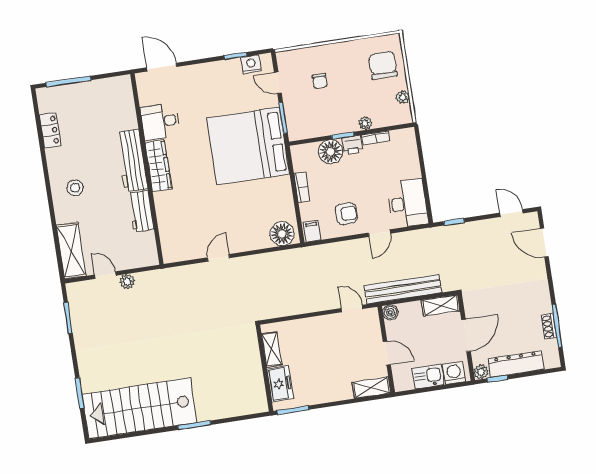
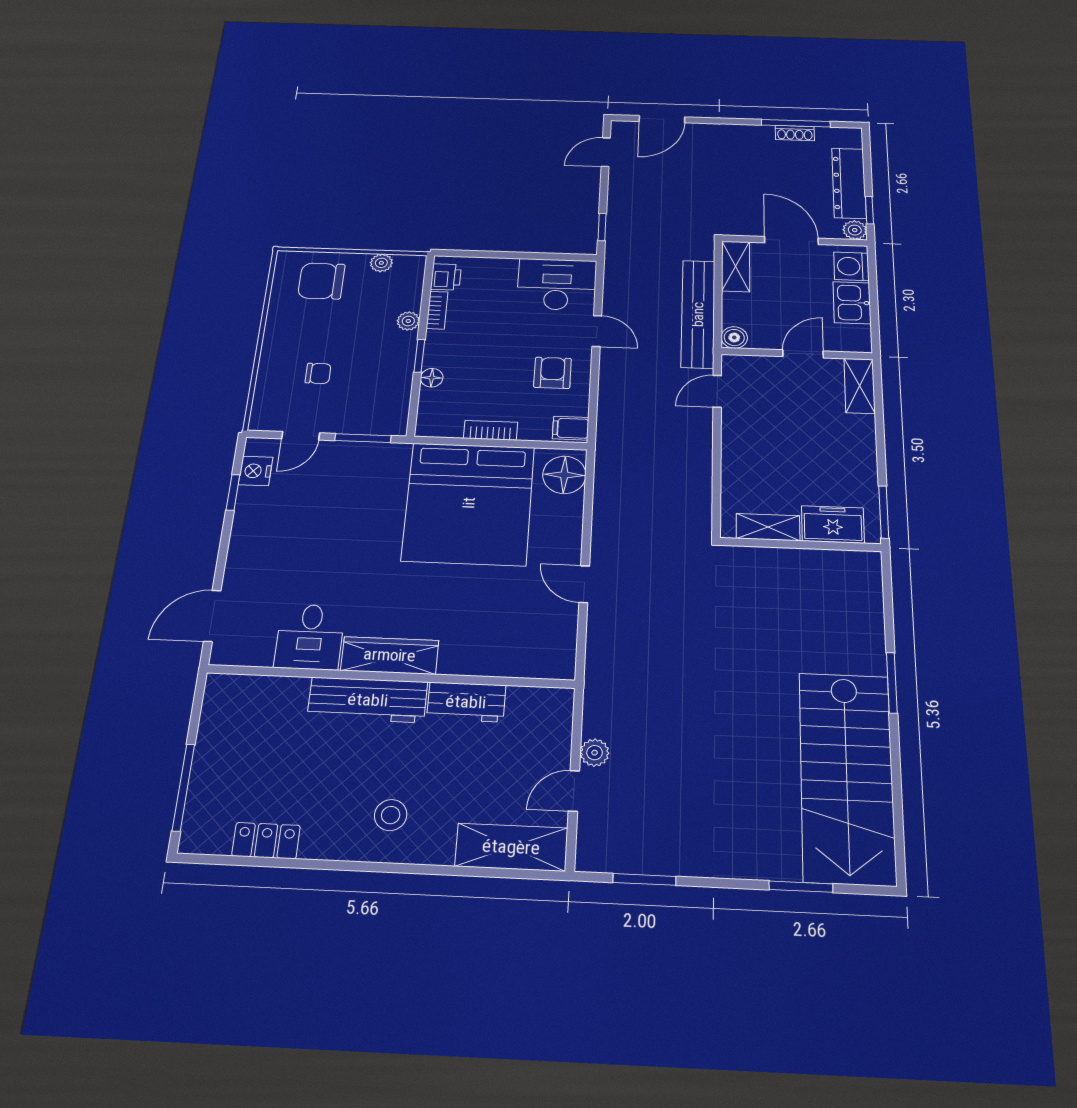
printer: (352, 145) -> (446, 277), moved
bed: (248, 146) -> (469, 503), moved
floor lamp: (330, 152) -> (432, 378), width x0.53, depth x0.53

